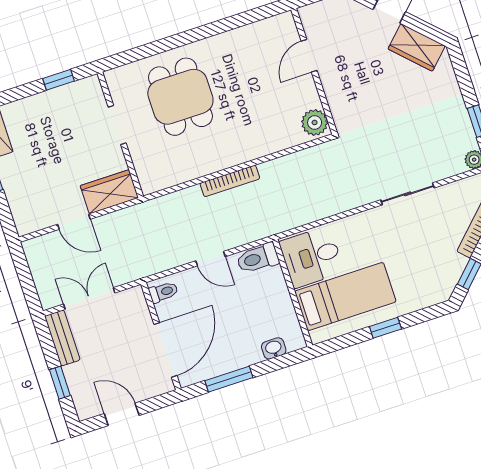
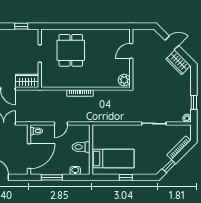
desk: (312, 257) -> (104, 137), removed
toilet: (258, 258) -> (81, 147), moved
door: (210, 259) -> (61, 123), hinge flipped

